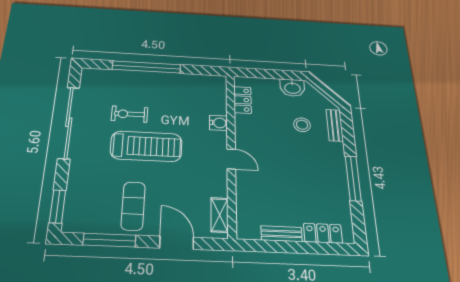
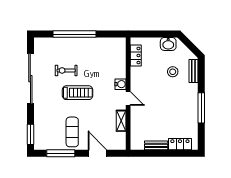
water cooler: (218, 123) -> (121, 84), moved
treadmill: (146, 146) -> (77, 93), width x0.73, depth x0.73
shelving: (220, 215) -> (121, 121), moved

